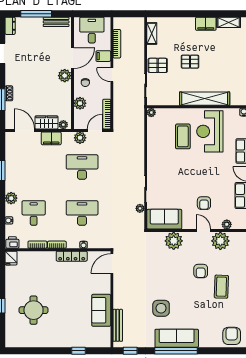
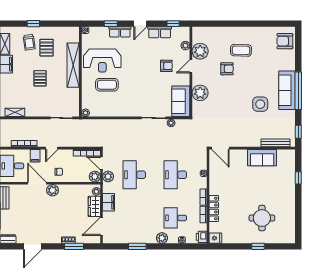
trolley: (230, 49) -> (29, 42), added
pallet: (158, 65) -> (47, 48), moved
plant: (80, 103) -> (95, 177), moved
locker: (72, 256) -> (214, 208), moved

